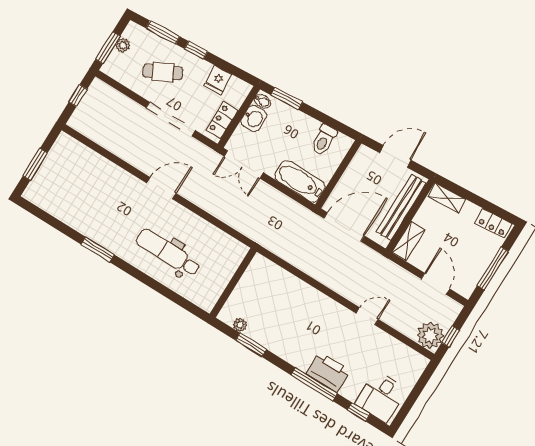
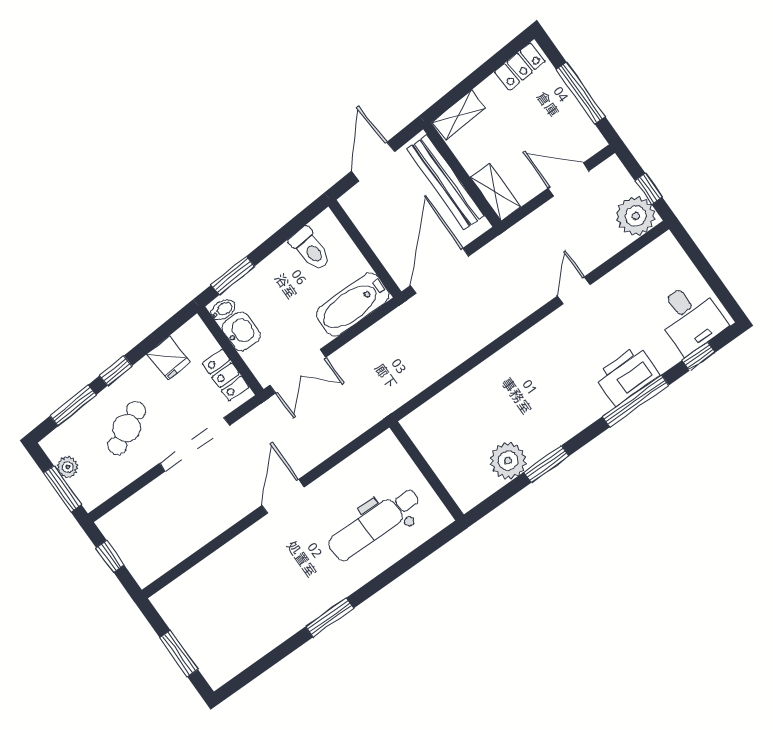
wall: (233, 283) -> (427, 471), moved
plant: (240, 325) -> (508, 461), width x1.87, depth x1.87

